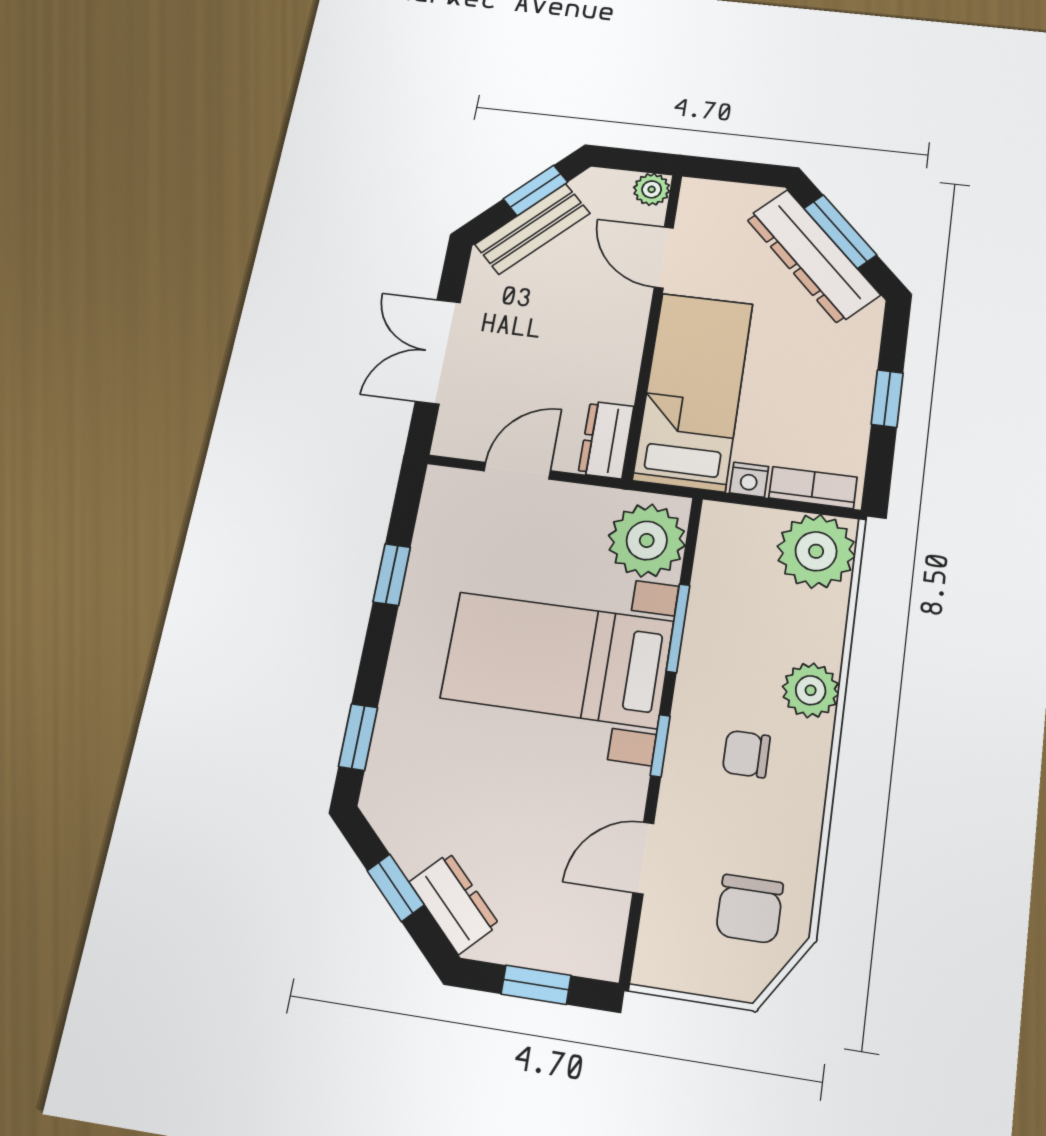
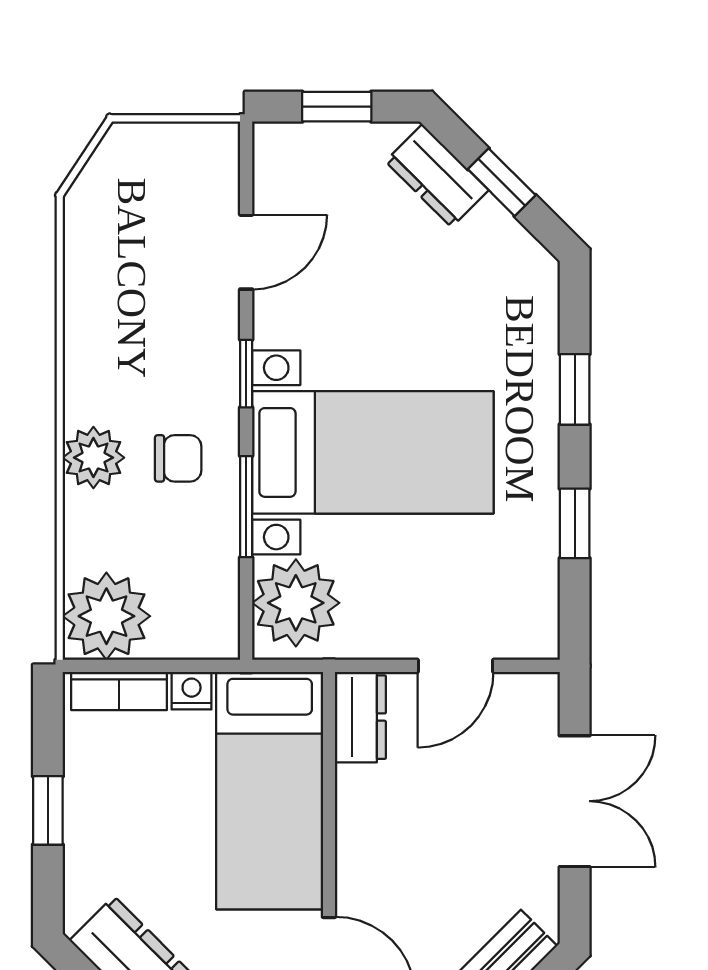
window: (358, 737) -> (575, 389), moved
chair: (746, 754) -> (178, 458), moved
chair: (750, 909) -> (128, 216), removed

